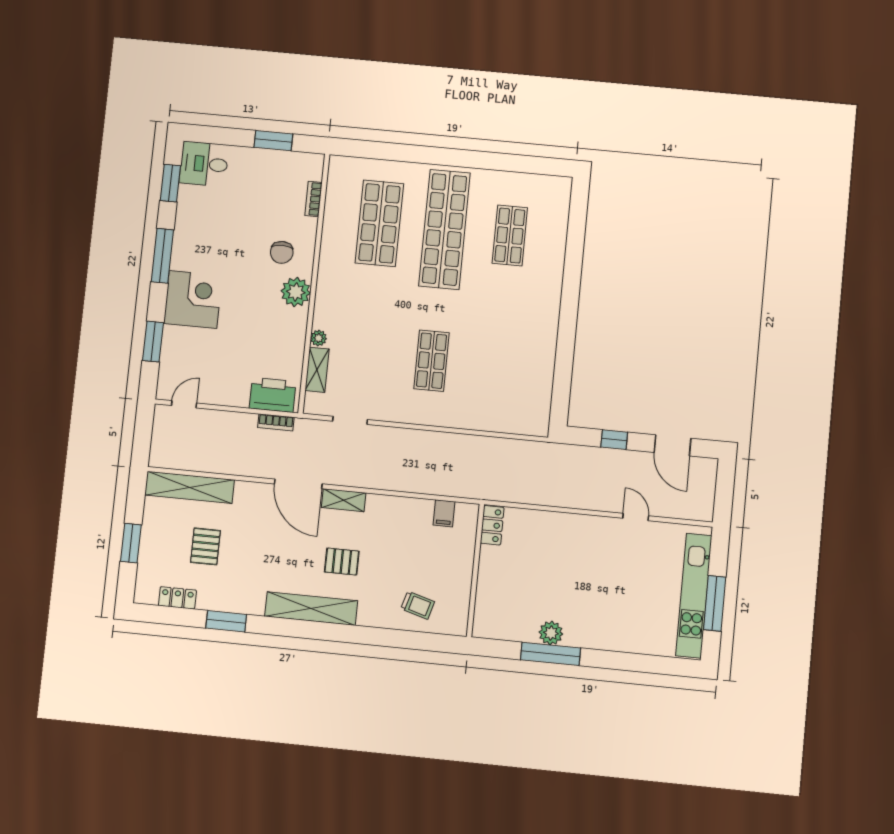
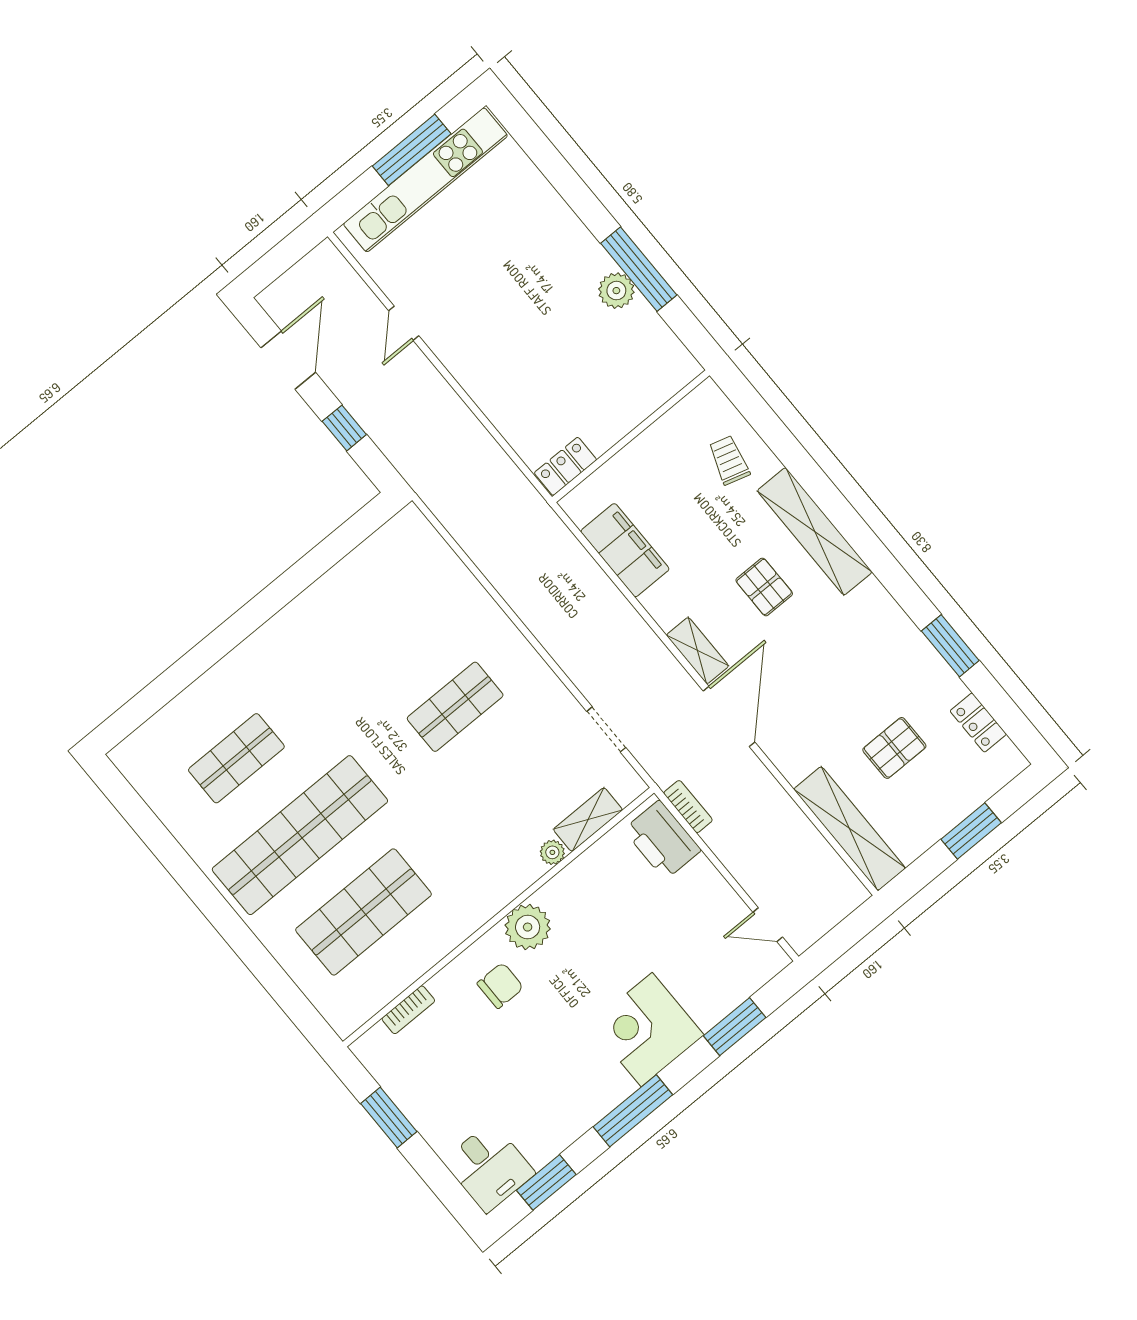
filing cabinet: (444, 513) -> (625, 550), width x3.00, depth x1.17
shelving: (311, 609) -> (815, 531), moved

